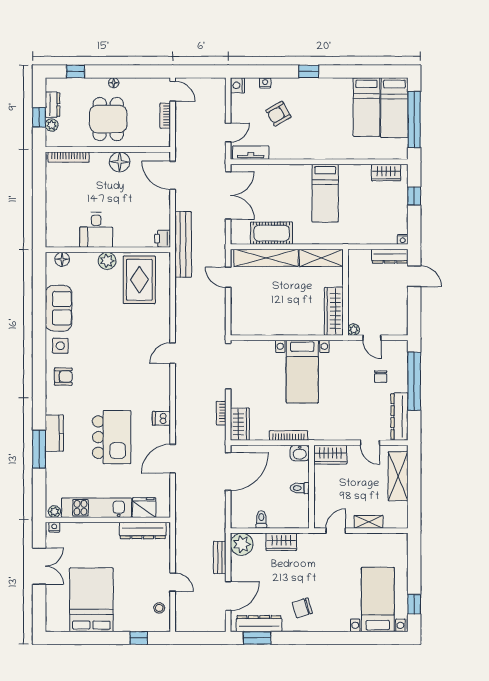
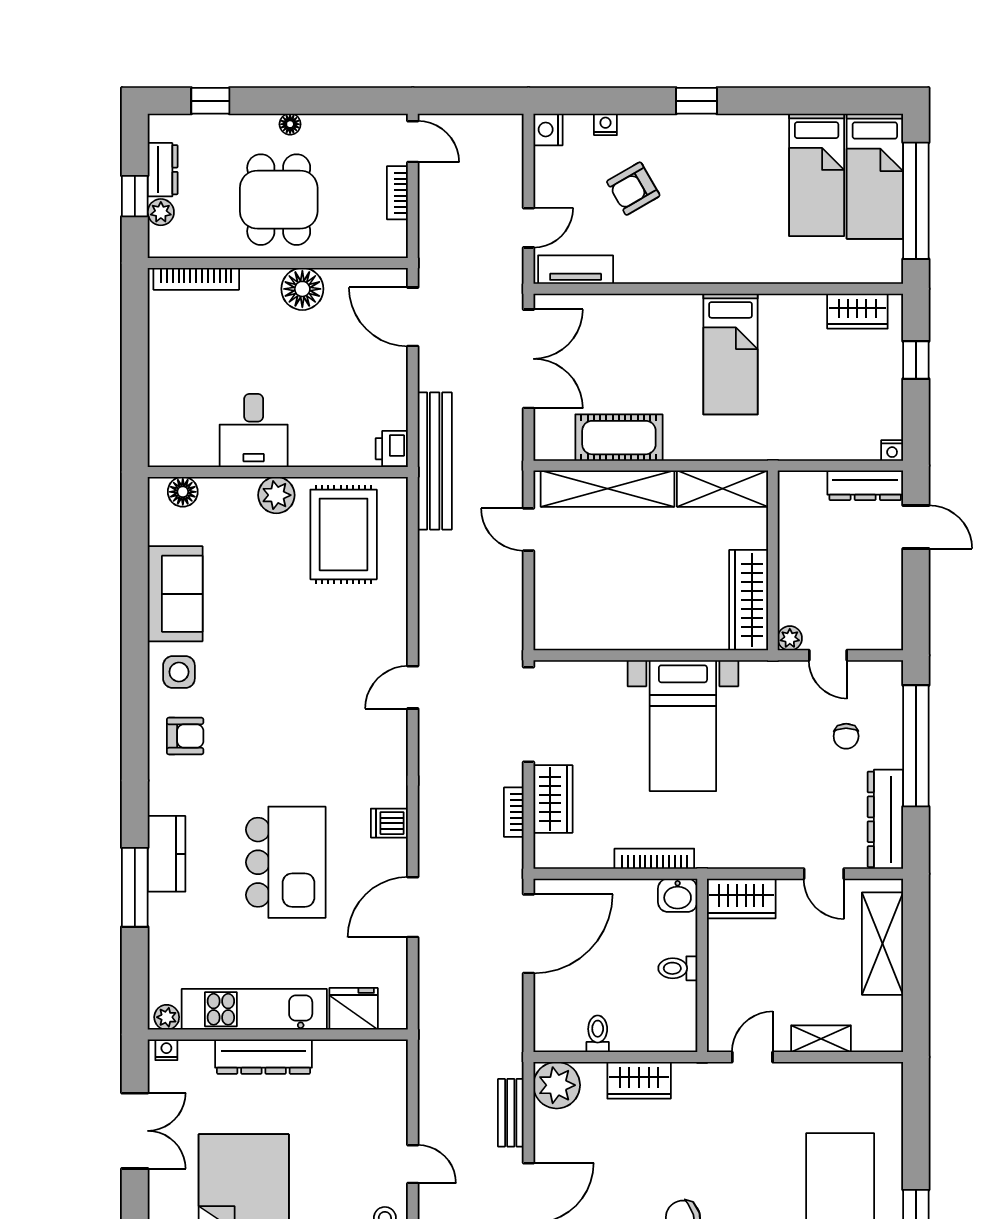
wardrobe: (240, 424) -> (553, 799), moved
dresser: (143, 530) -> (264, 1057), moved

